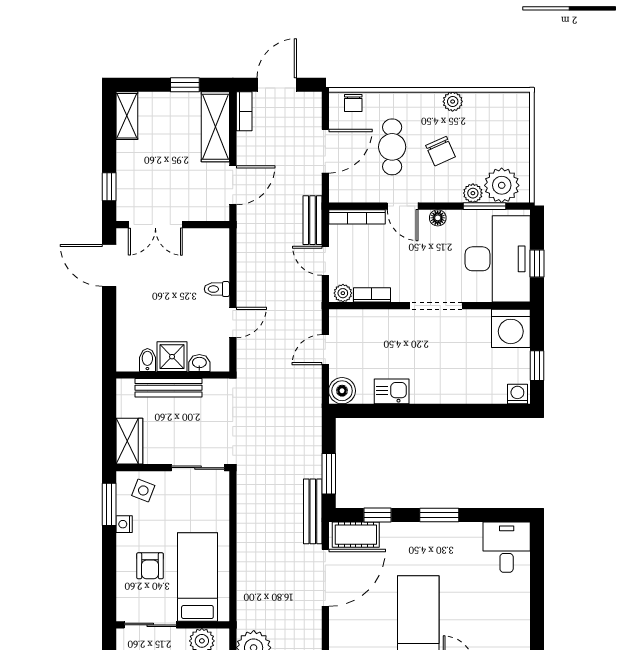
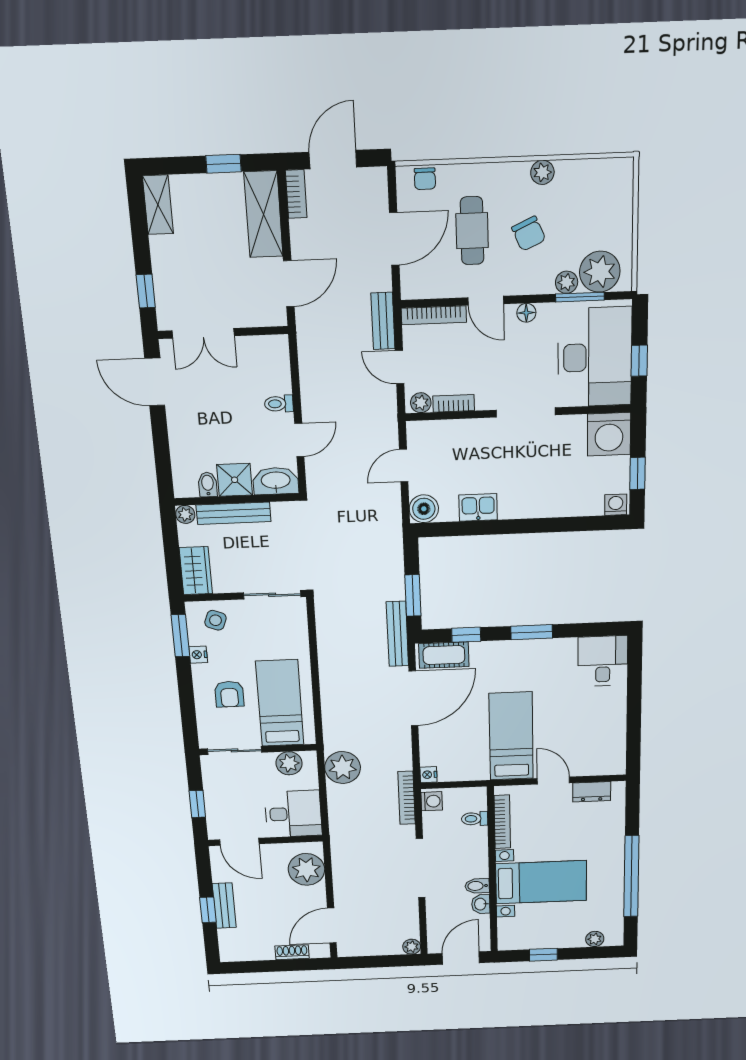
washbasin: (199, 363) -> (276, 481), width x1.91, depth x1.45
plant: (125, 387) -> (185, 514), added

